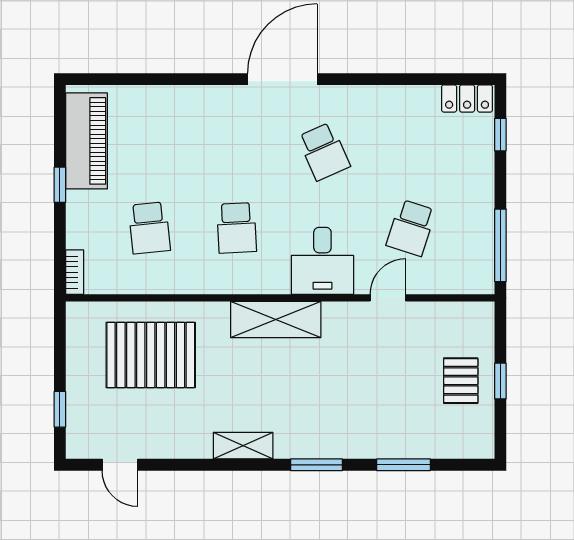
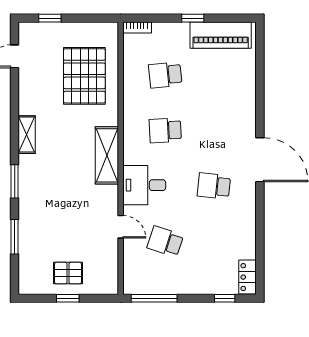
school desk: (324, 151) -> (214, 186), turned 30

